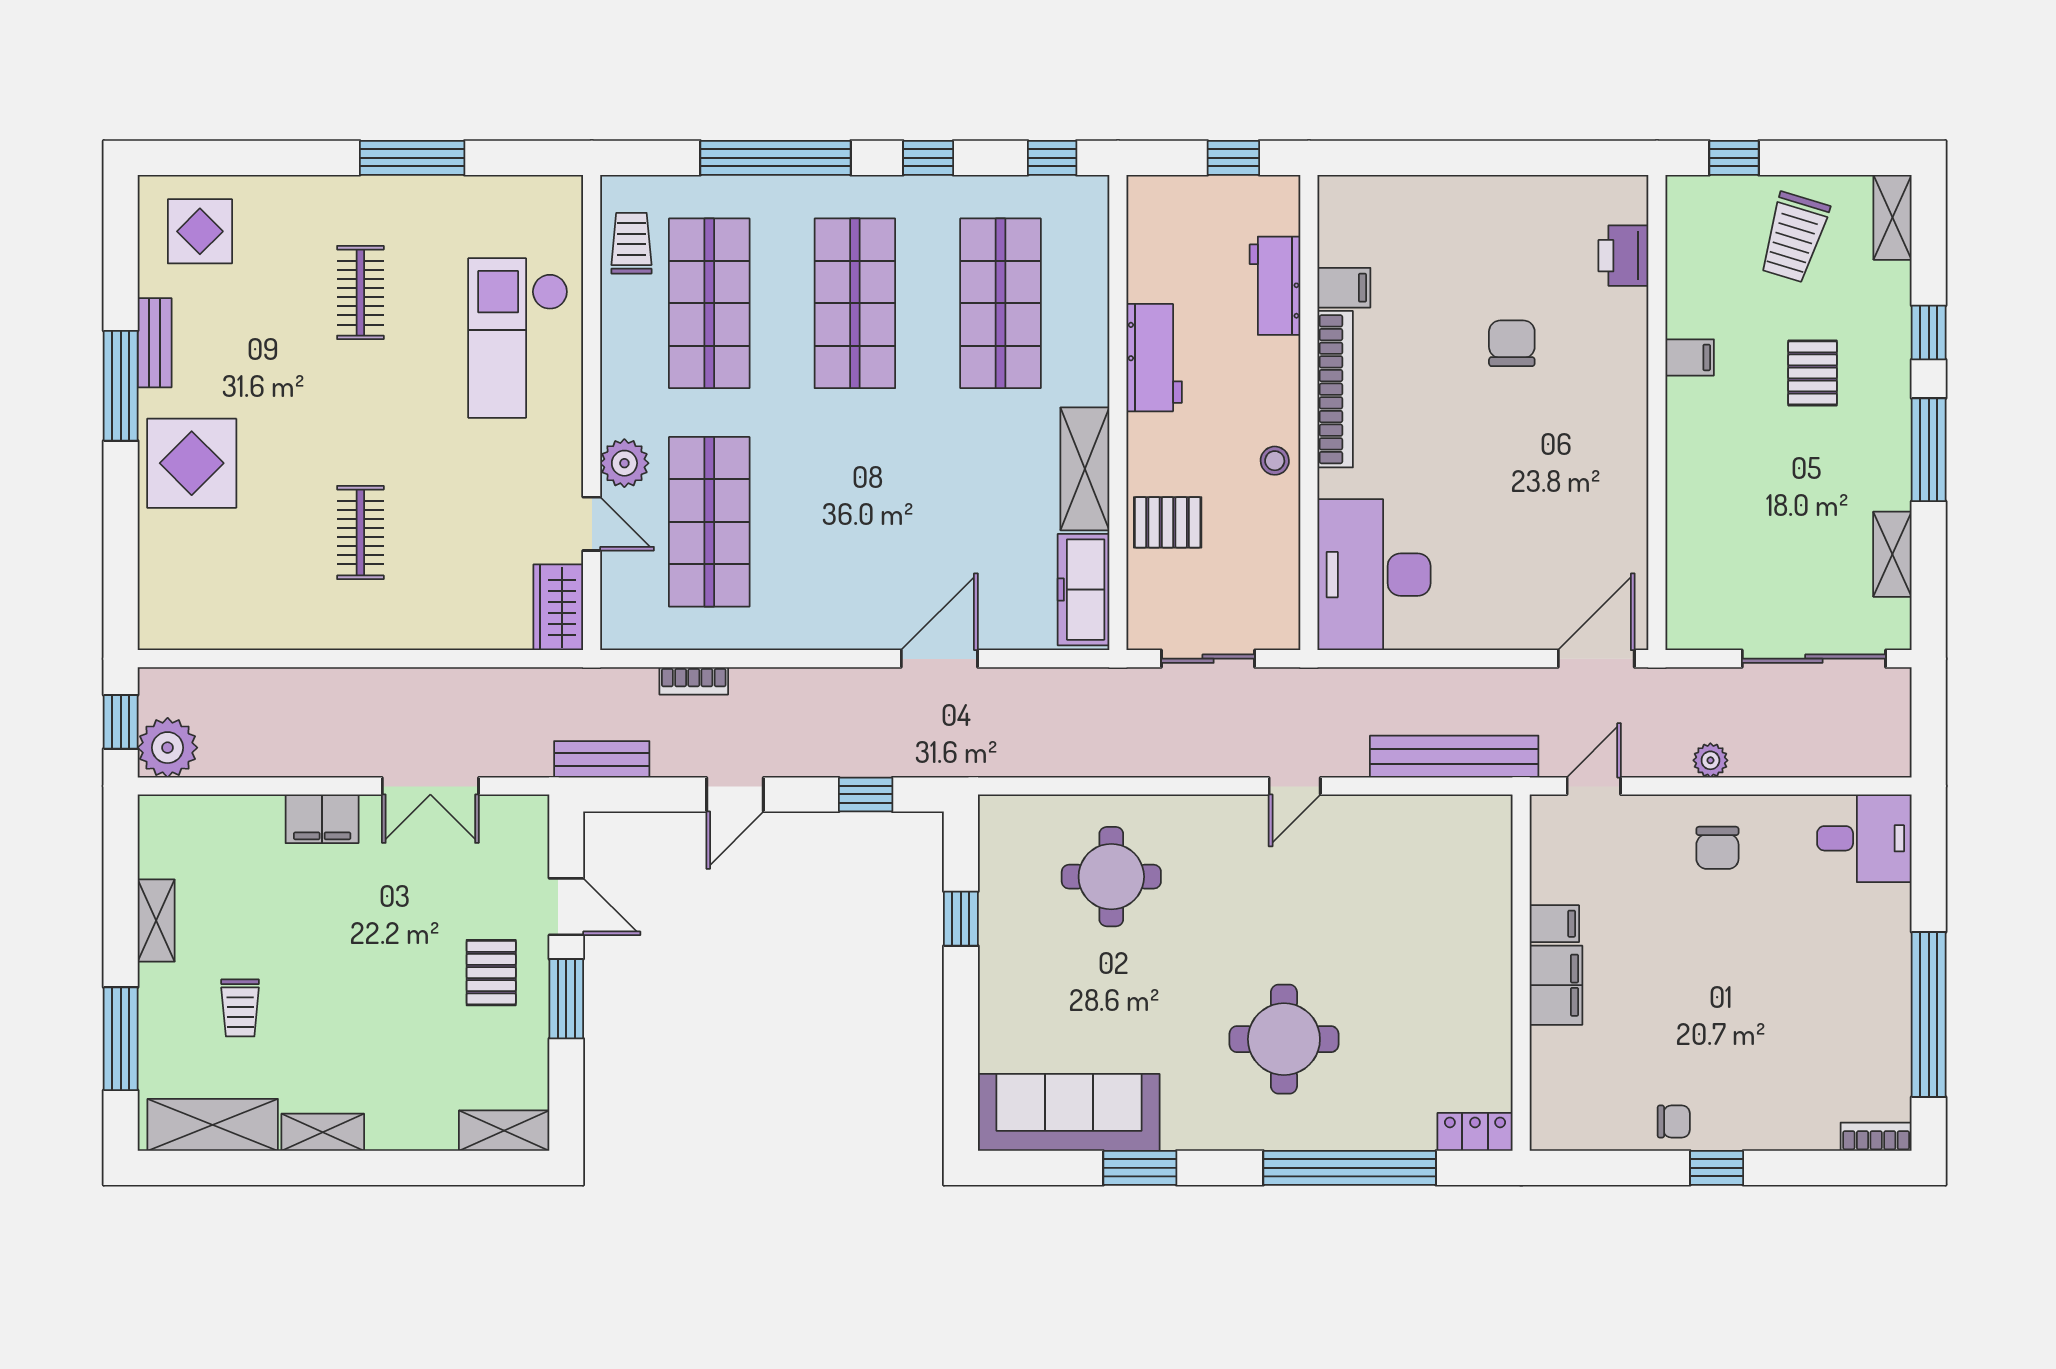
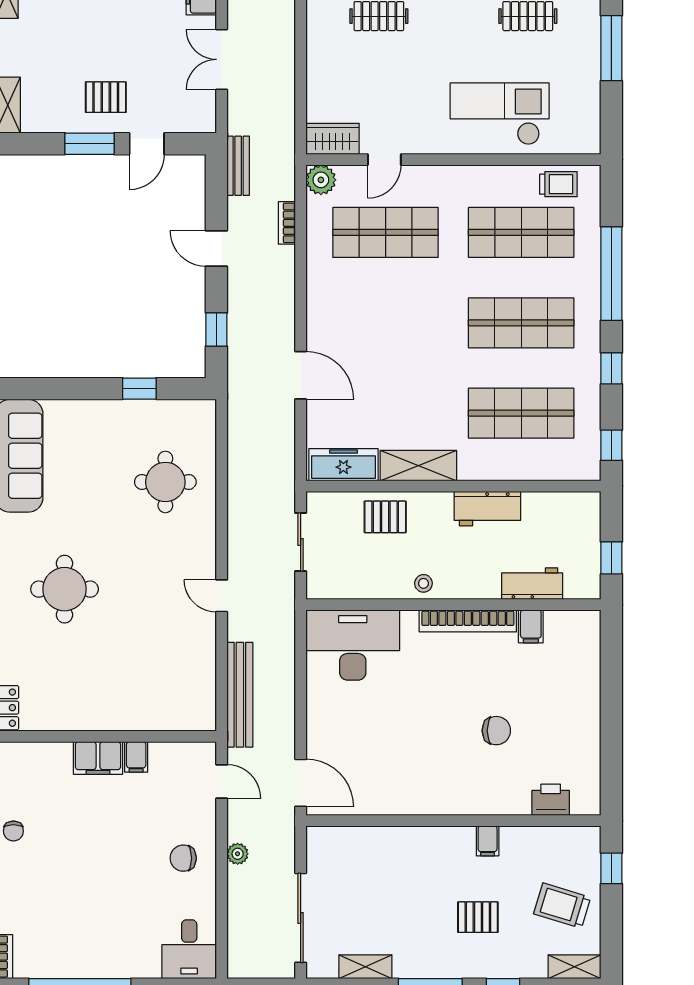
plant: (624, 463) -> (321, 180), moved
pallet: (1168, 522) -> (385, 517), turned 90

